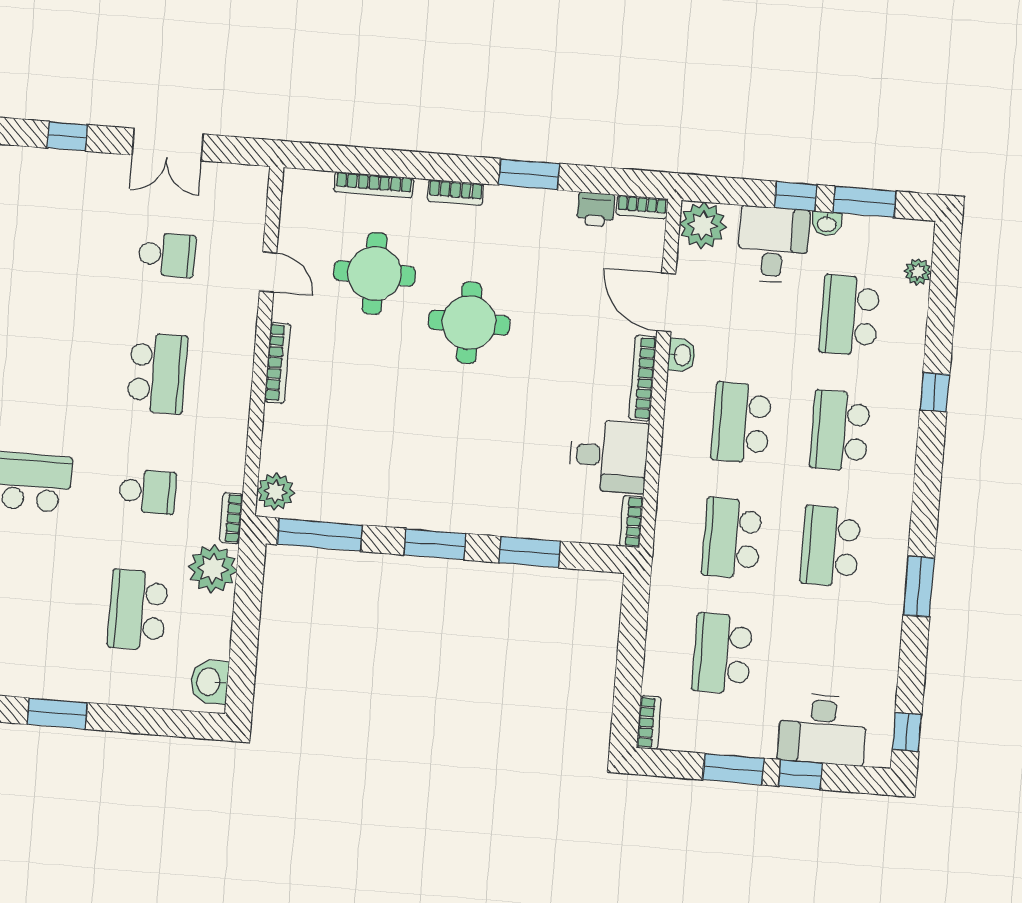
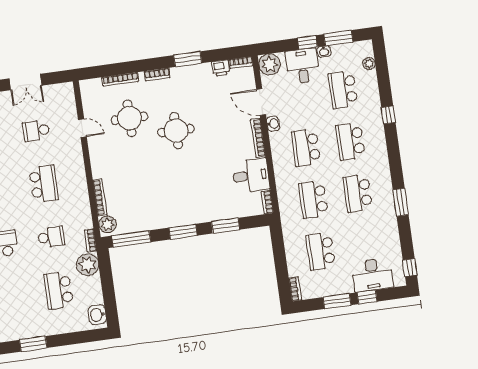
school desk: (167, 255) -> (36, 131), turned 180
bookcase: (277, 363) -> (100, 197), moved

